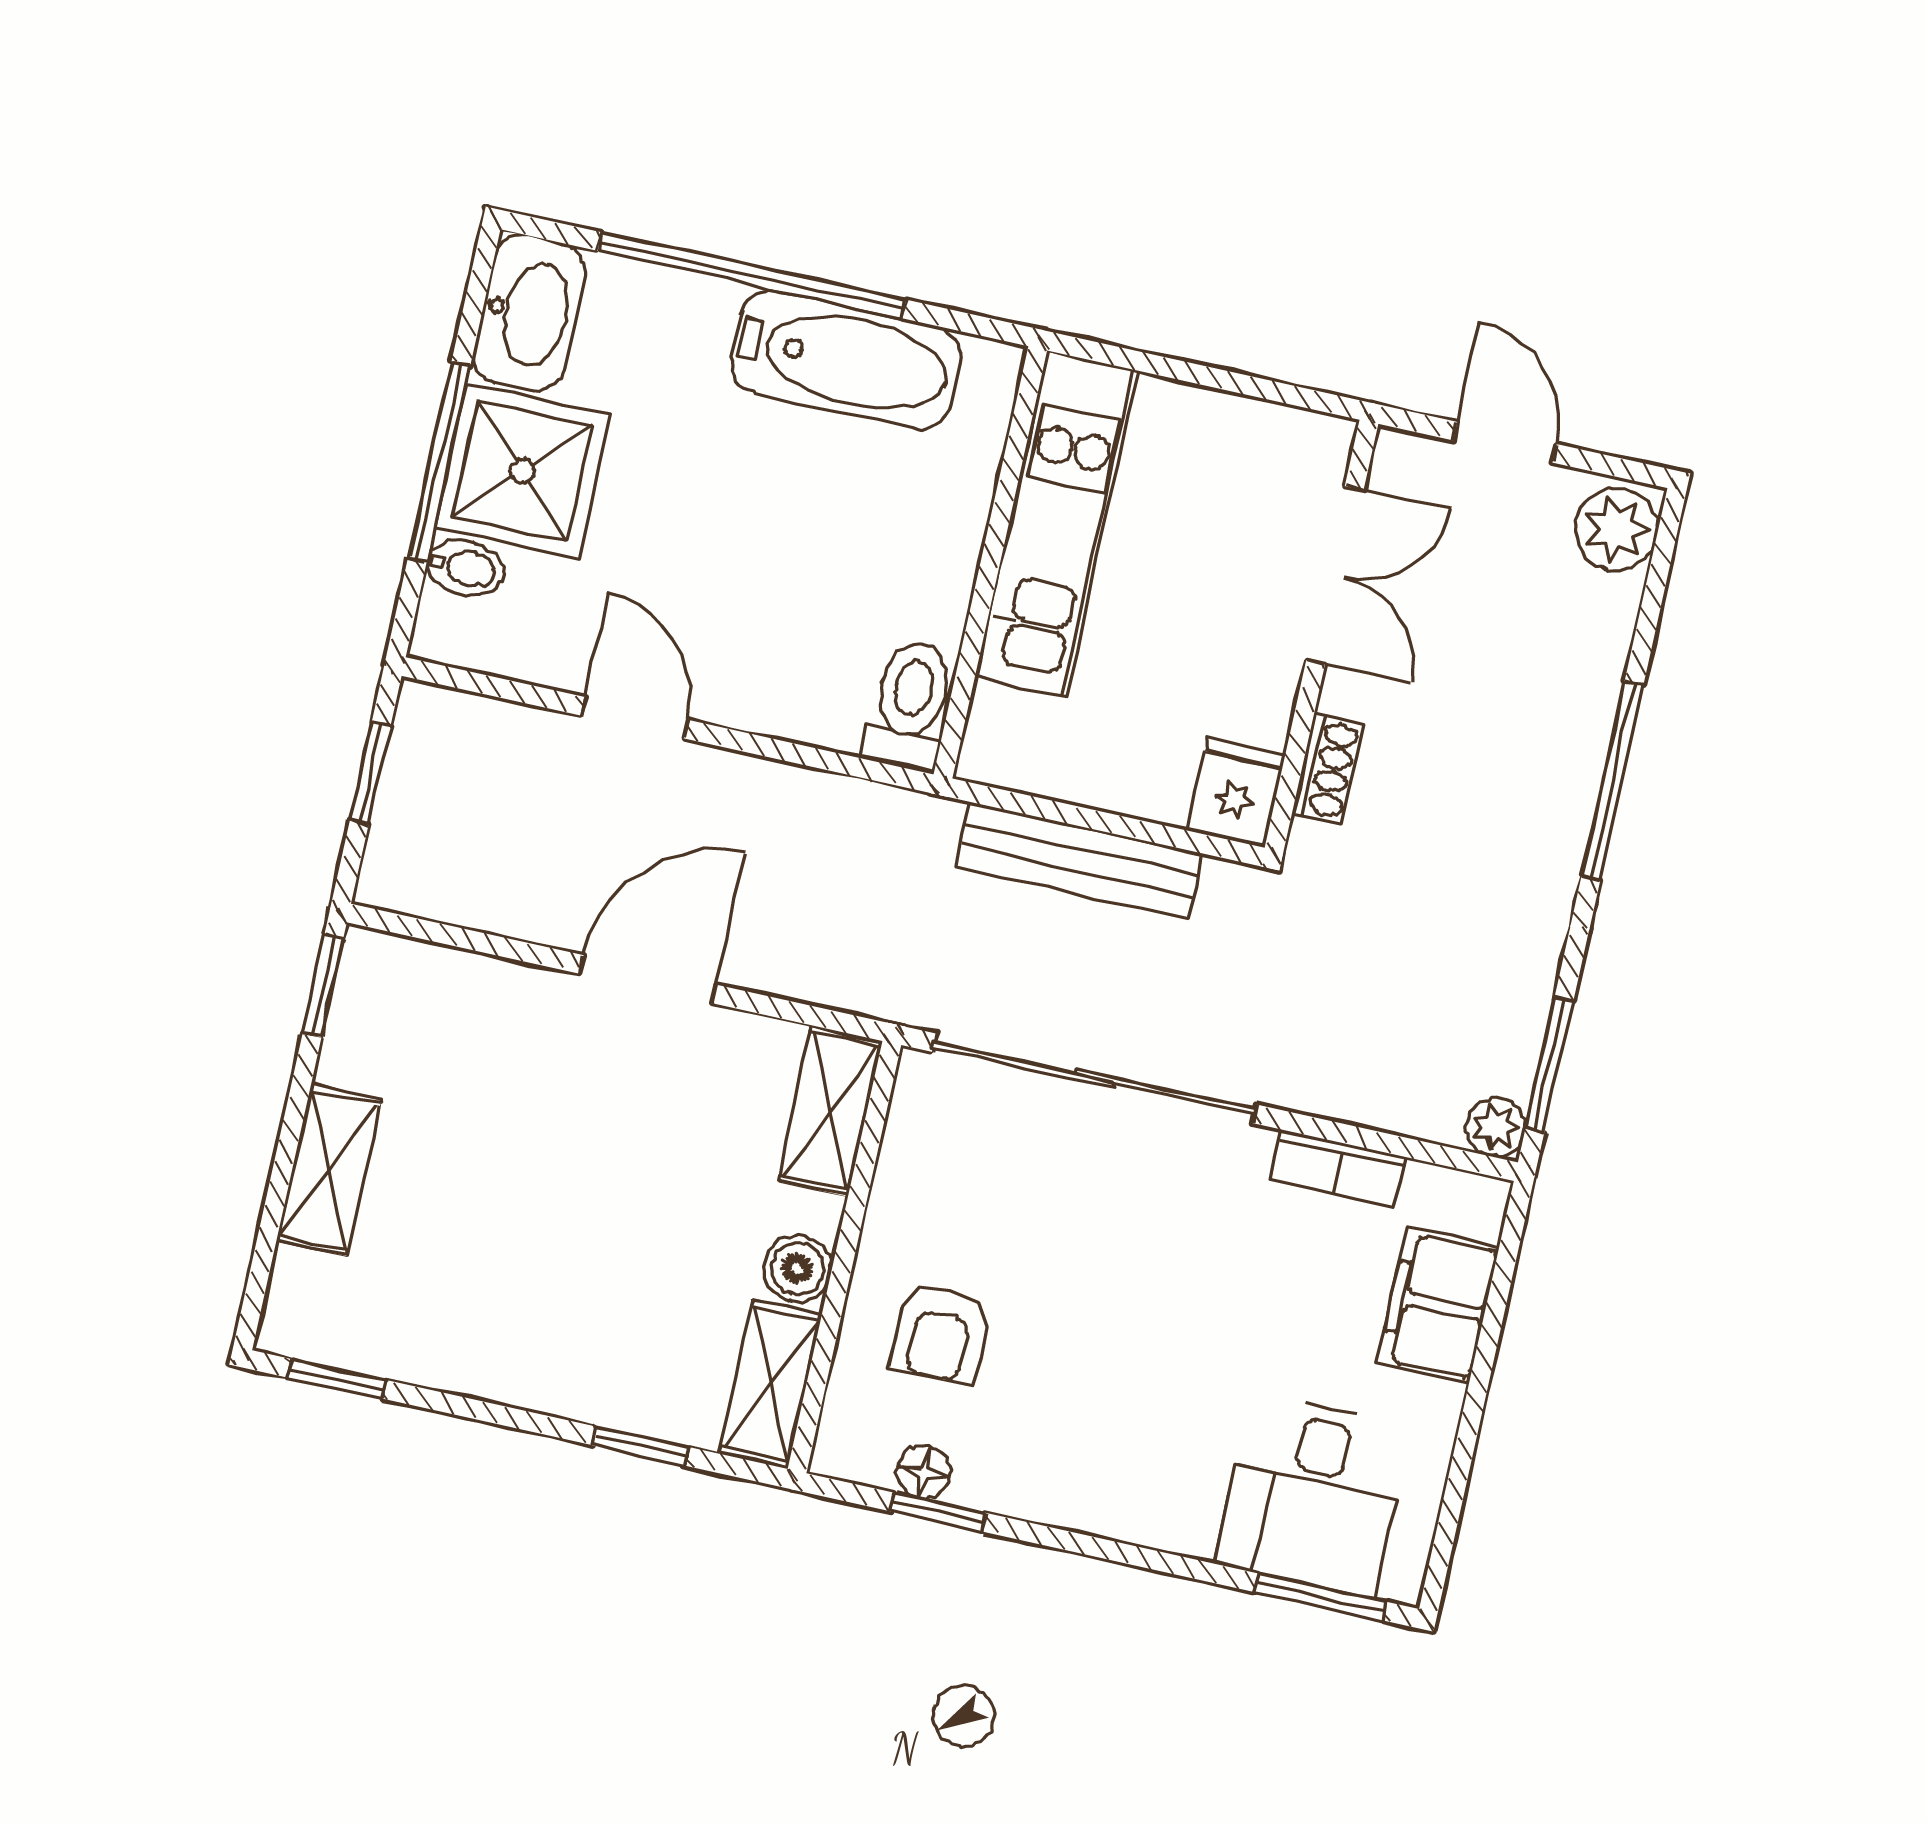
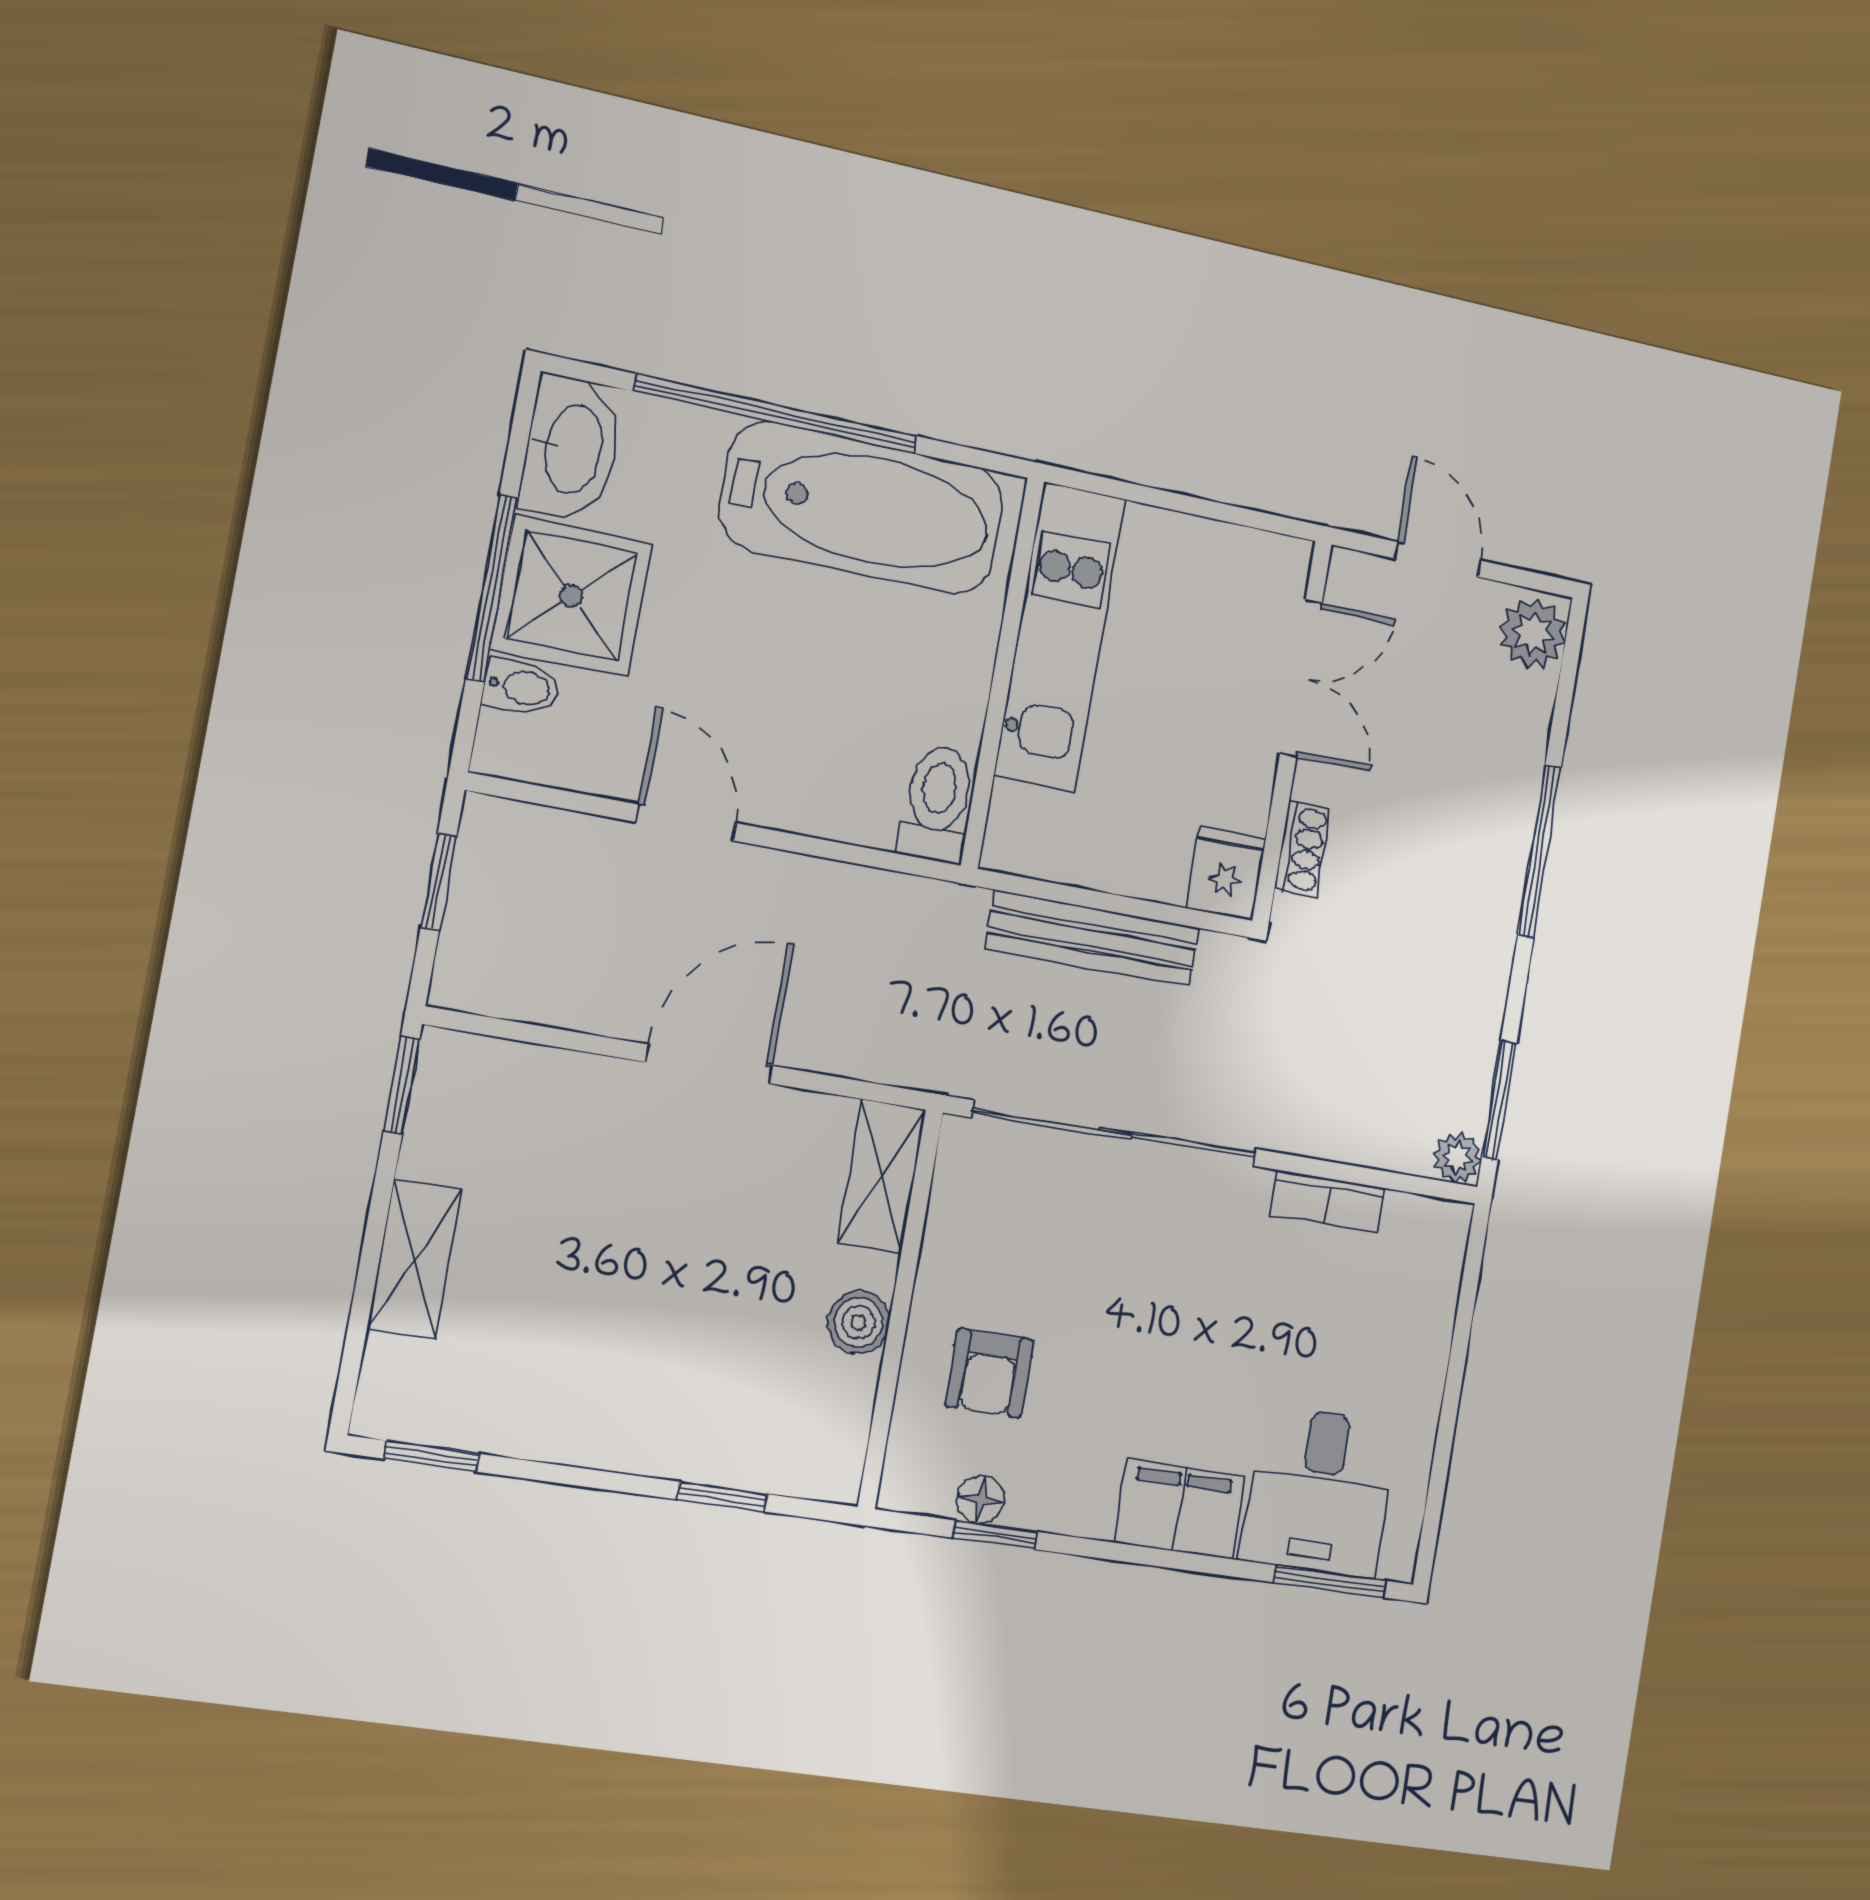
bathtub: (846, 360) -> (863, 508), width x1.36, depth x1.36
filing cabinet: (1438, 1306) -> (1179, 1509), moved, turned 90
shelving: (771, 1384) -> (839, 1430), removed

